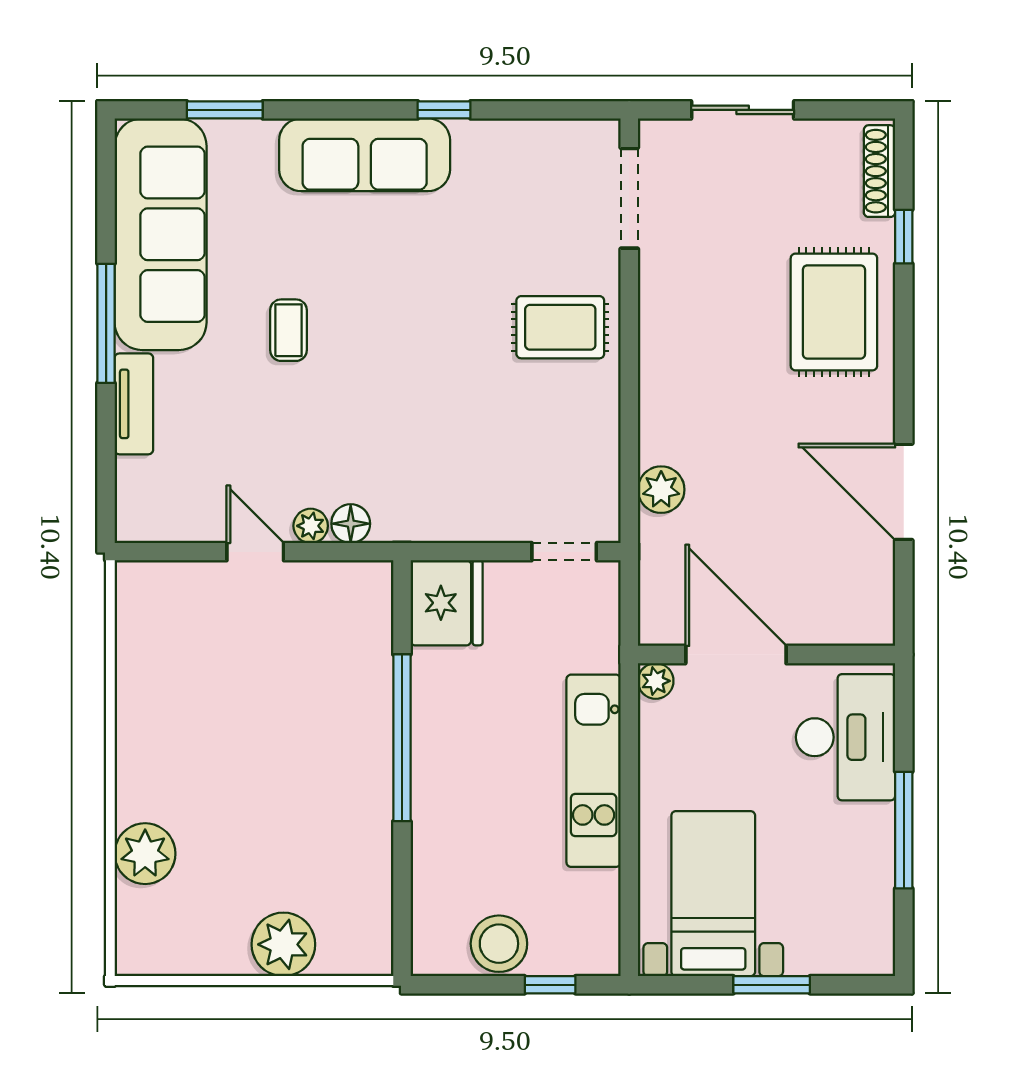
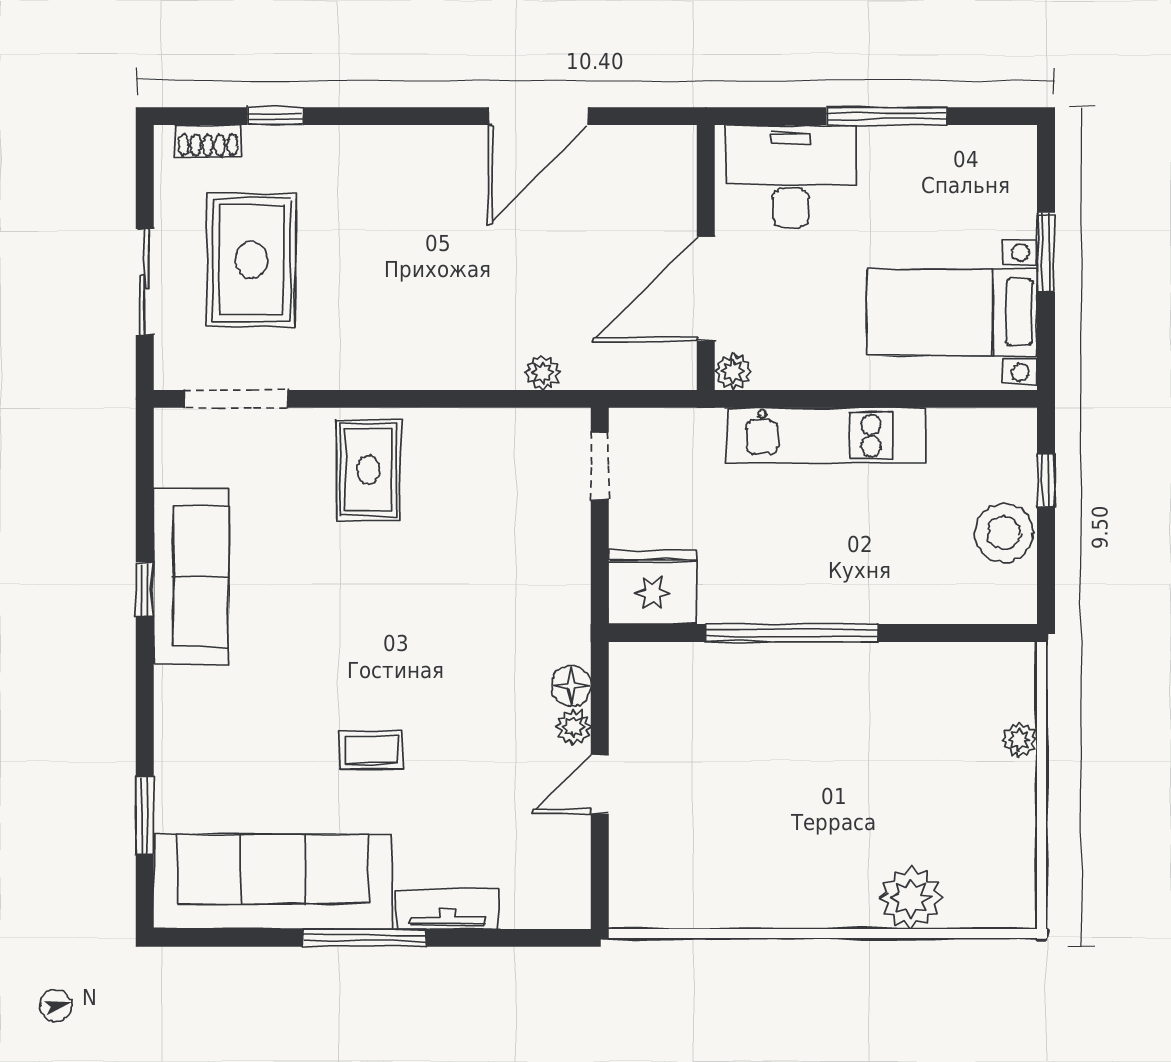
sofa: (365, 155) -> (191, 576), moved
shoe rack: (880, 171) -> (208, 141), width x0.70
rug: (834, 312) -> (251, 260), moved, turned 90
plant: (661, 490) -> (542, 373), width x0.73, depth x0.73
plant: (283, 944) -> (1020, 740), width x0.53, depth x0.53

